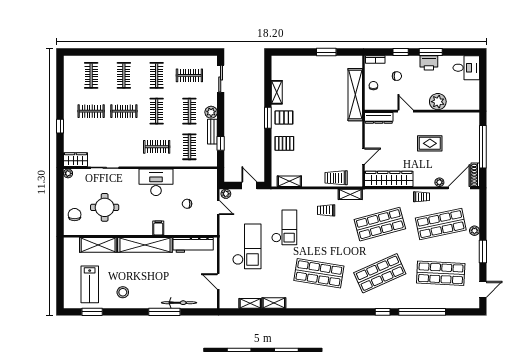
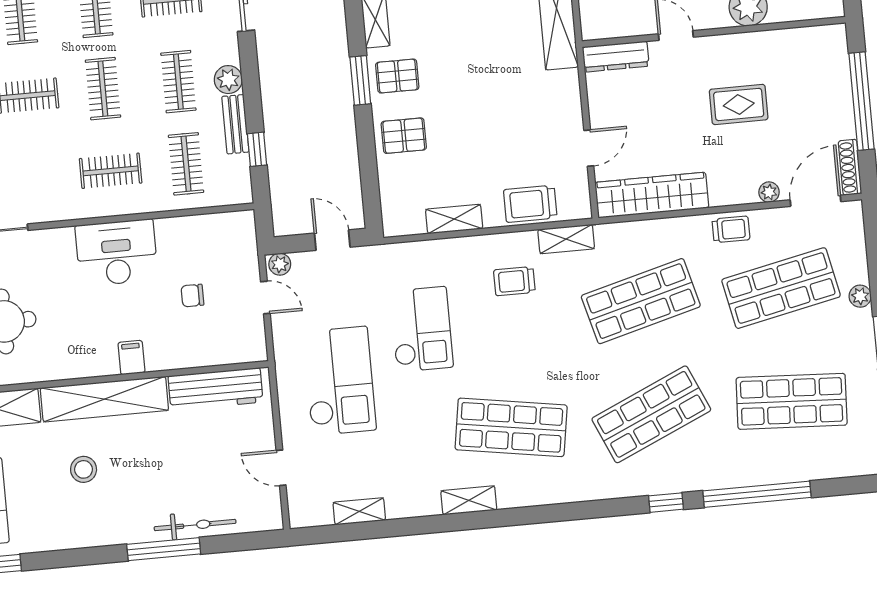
shelving: (289, 181) -> (454, 219), moved
stool: (123, 292) -> (84, 469), moved
shelving: (274, 303) -> (469, 500), moved

